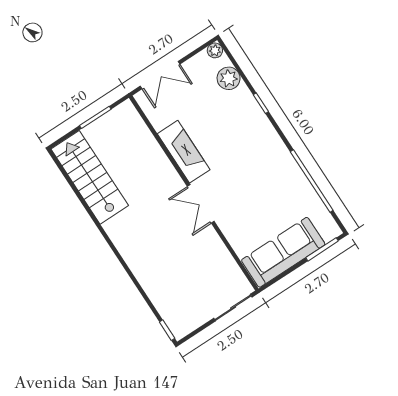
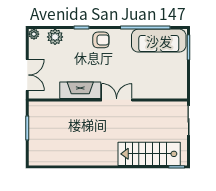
armchair: (261, 137) -> (101, 40), added
stairs: (90, 177) -> (149, 154), moved
double door: (201, 204) -> (117, 100), swing flipped
sofa: (283, 252) -> (159, 41), moved, turned -90

